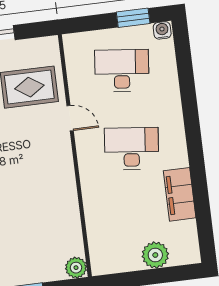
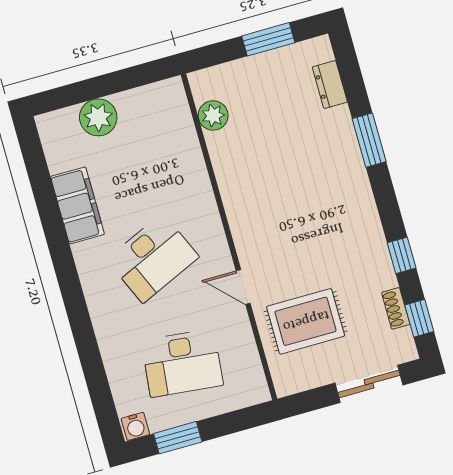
desk: (132, 149) -> (153, 258), turned -30
plant: (76, 268) -> (213, 115), moved

